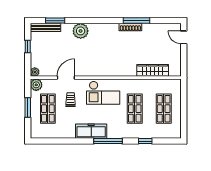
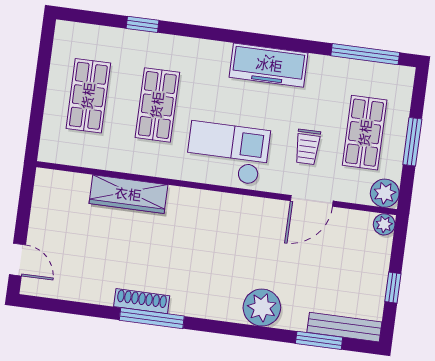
window: (137, 21) -> (152, 318), moved
wardrobe: (153, 70) -> (128, 194), moved
window: (108, 141) -> (365, 54), moved

